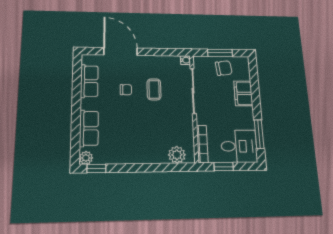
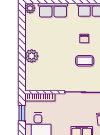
plant: (177, 155) -> (32, 56), moved
window: (96, 168) -> (22, 16), removed

